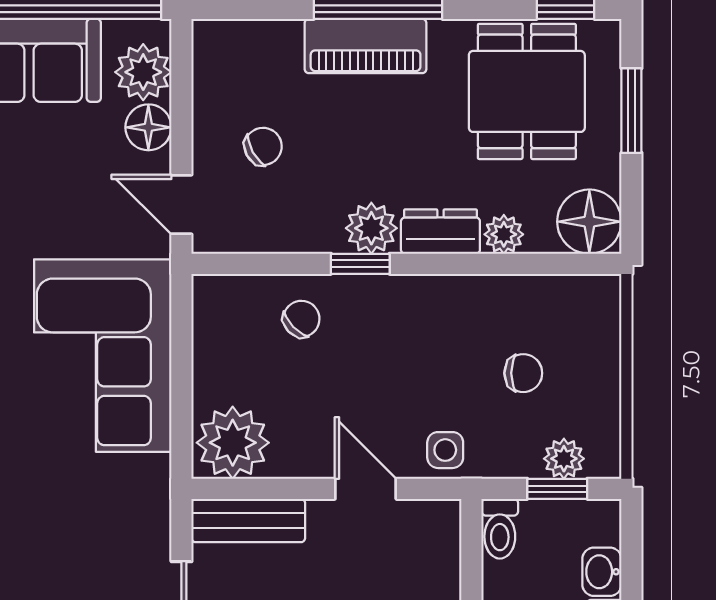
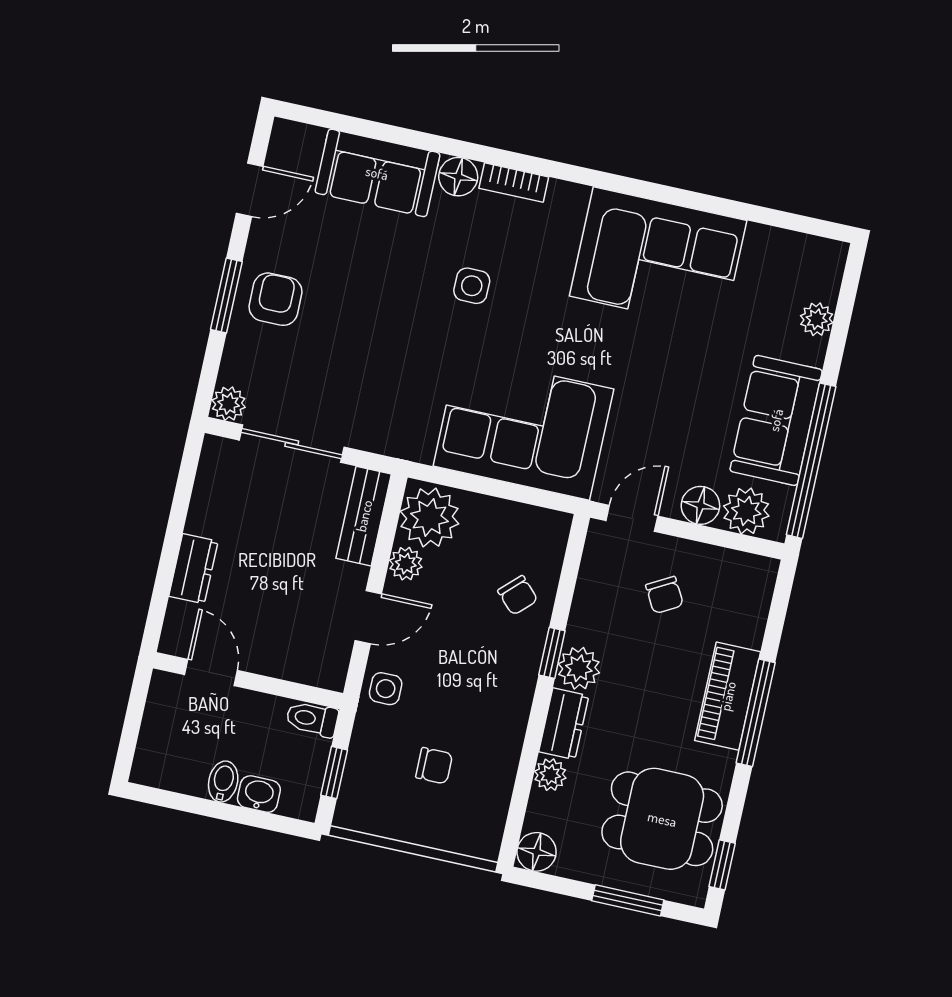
floor lamp: (589, 222) -> (537, 852), width x0.73, depth x0.73
chair: (523, 373) -> (434, 766), turned -90
plant: (564, 459) -> (406, 564), moved

